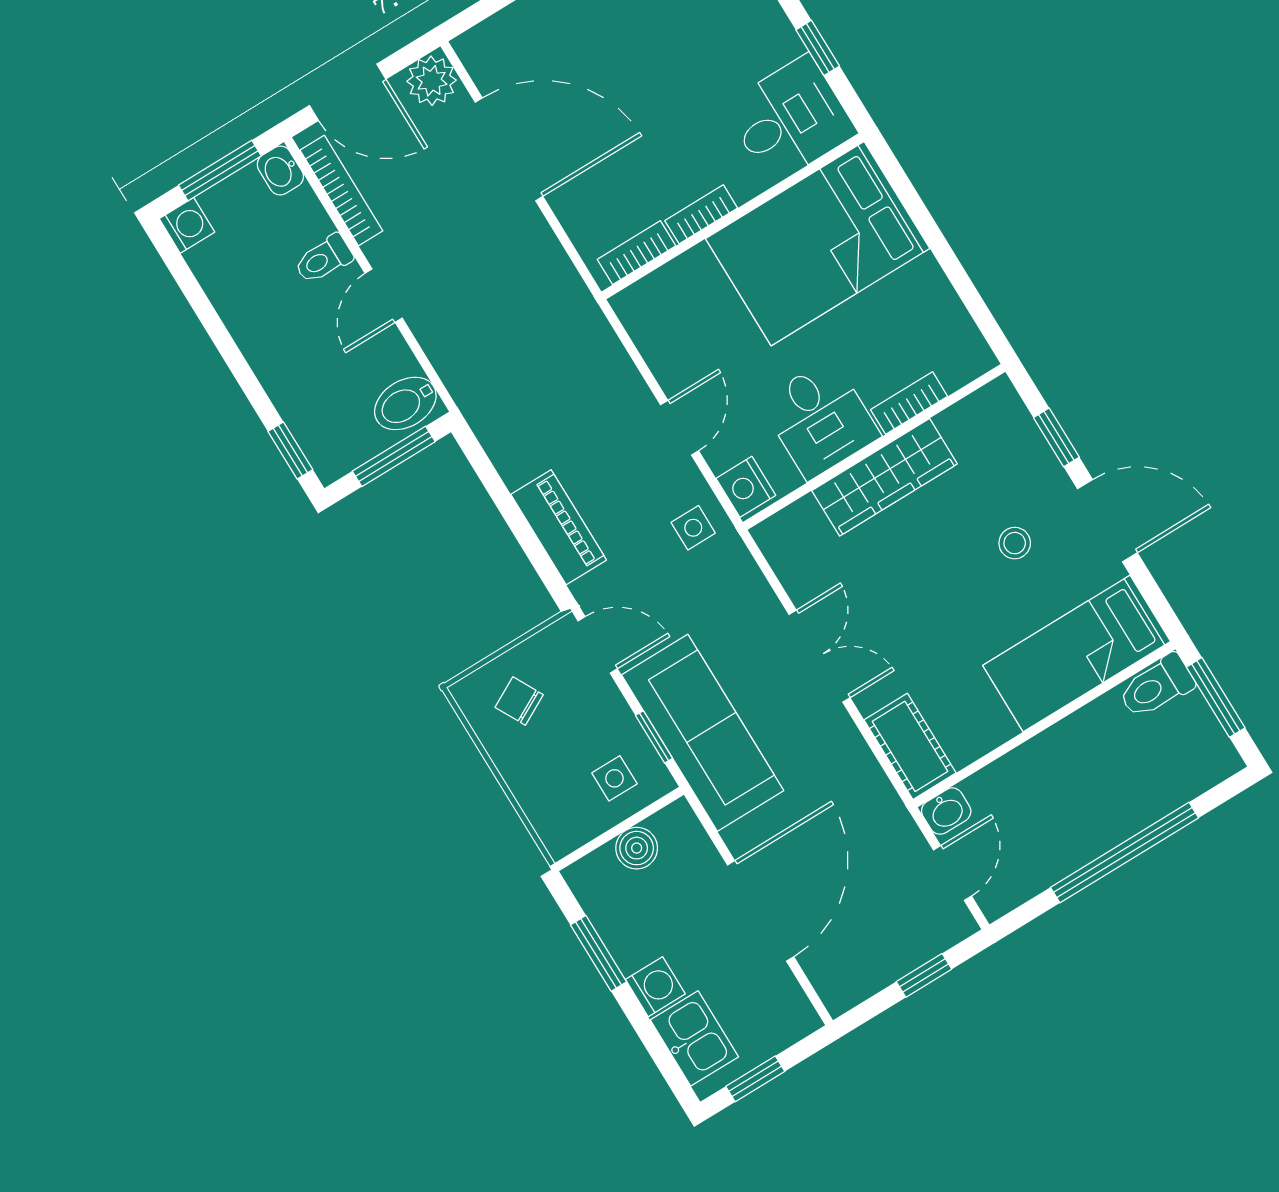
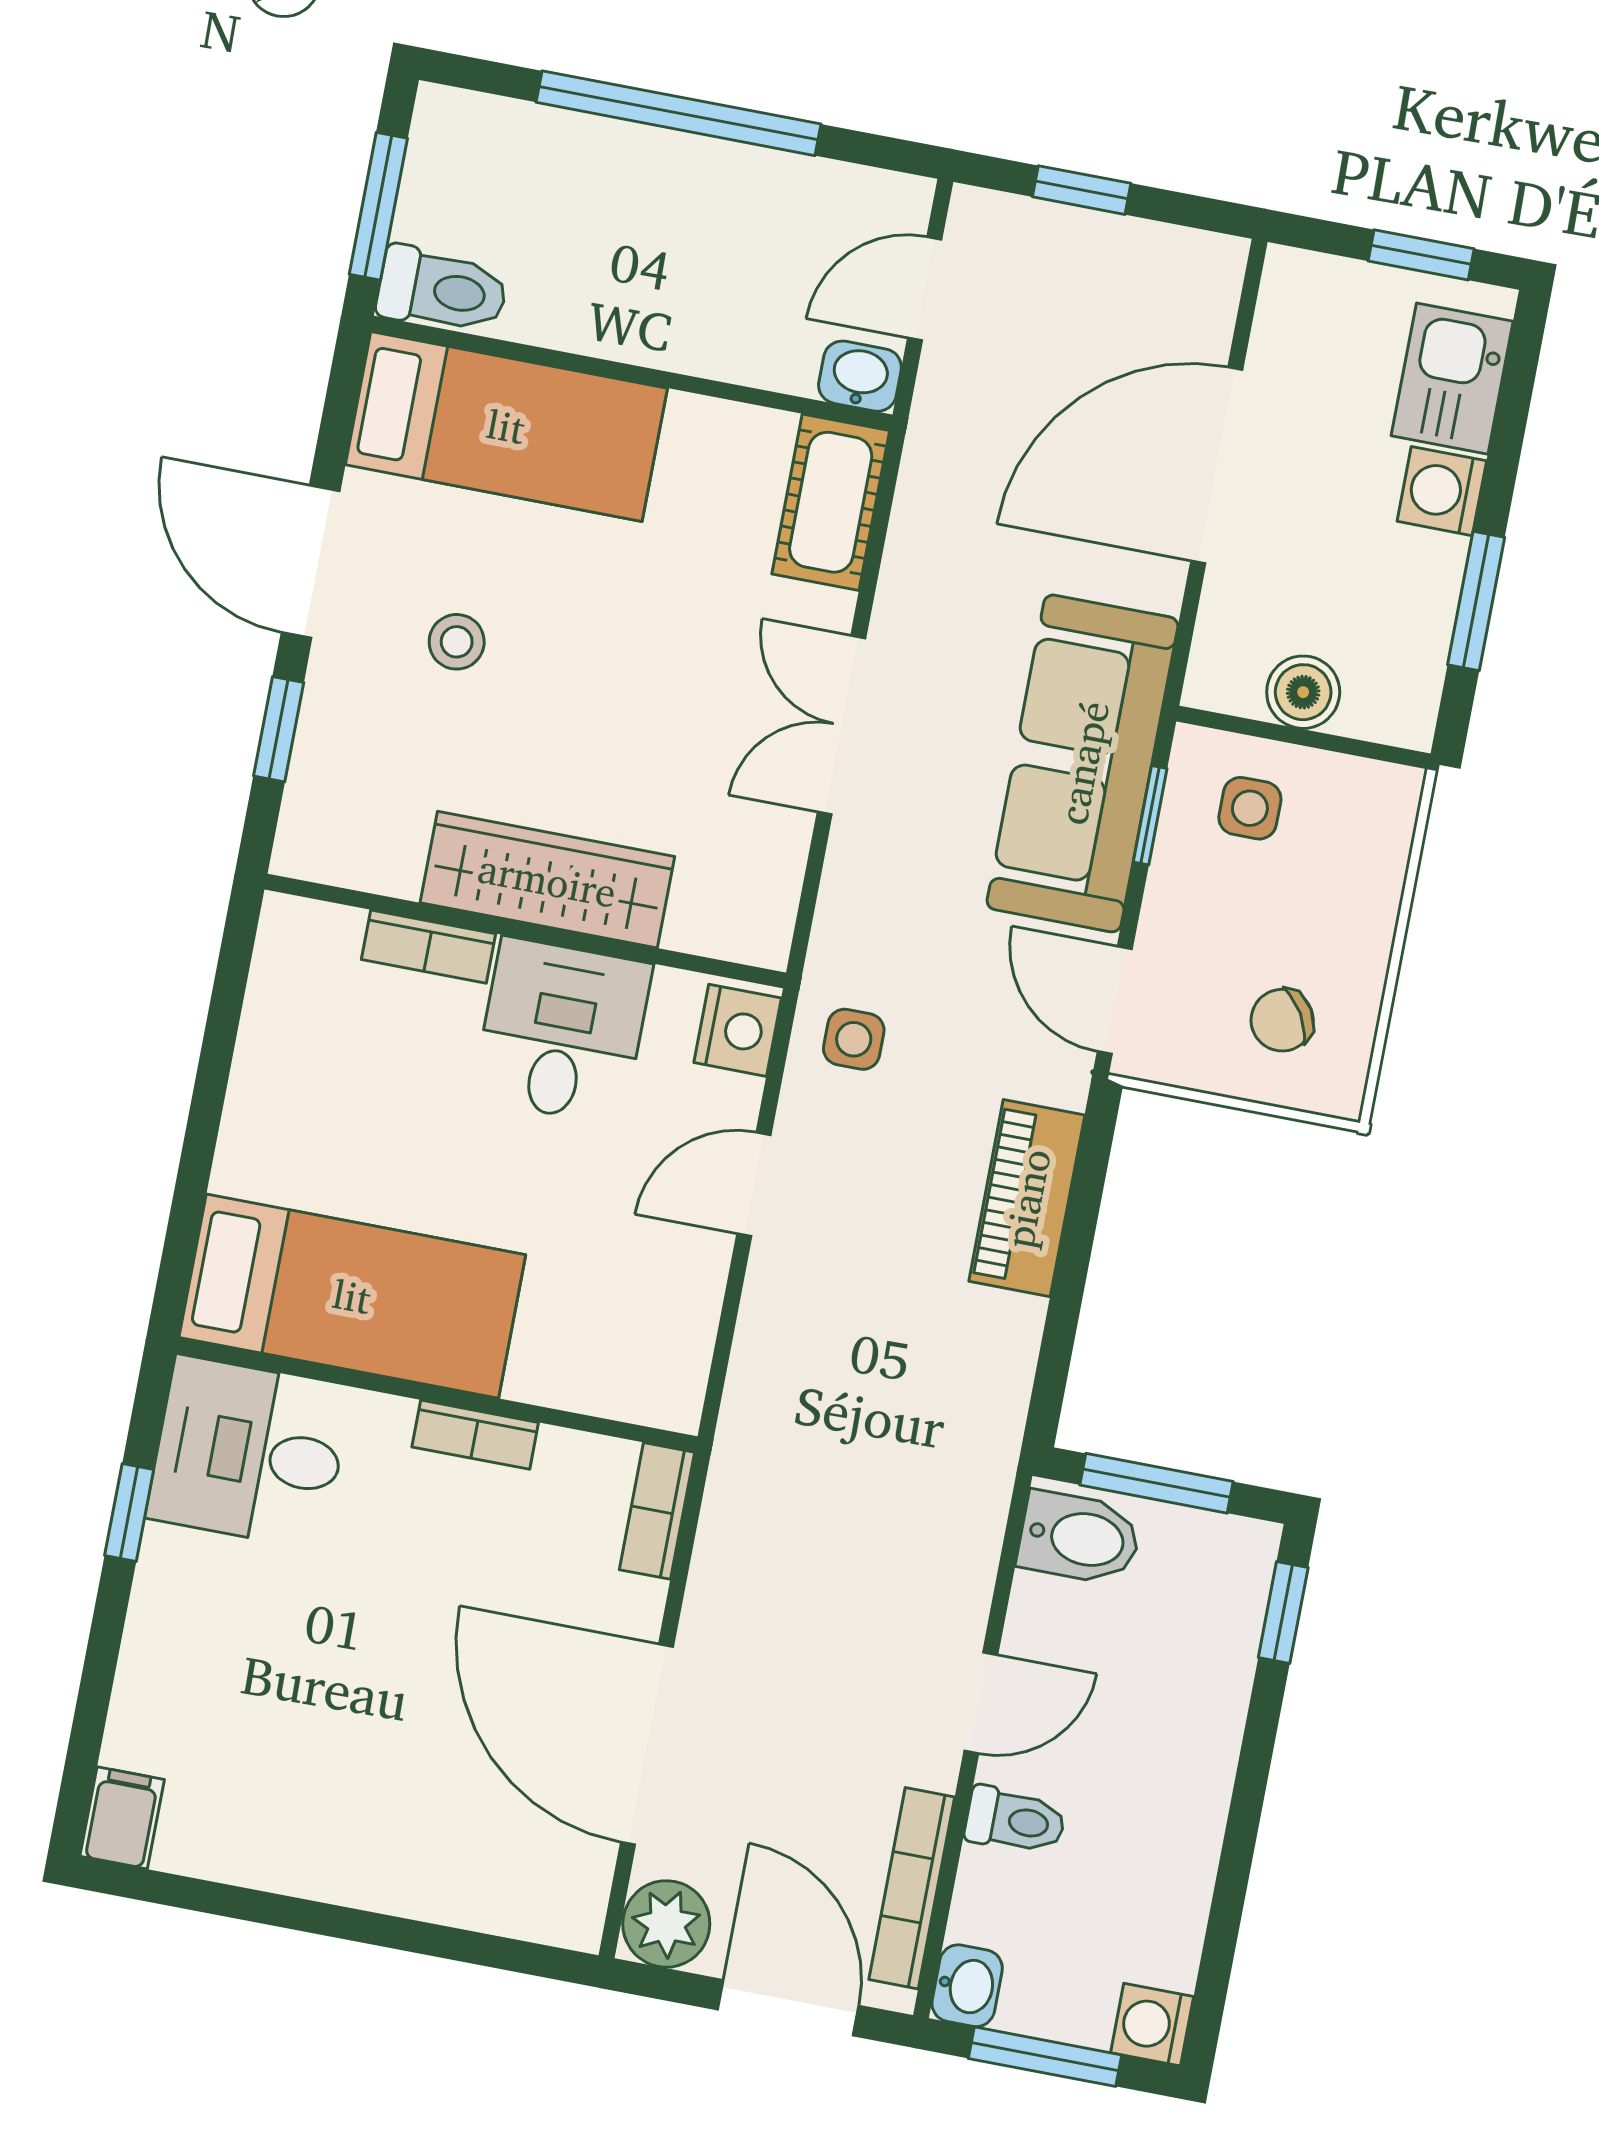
bed: (818, 244) -> (352, 1296), width x0.67
bookcase: (637, 253) -> (657, 1511), moved, turned 90
chair: (519, 701) -> (1282, 1020), turned 87

